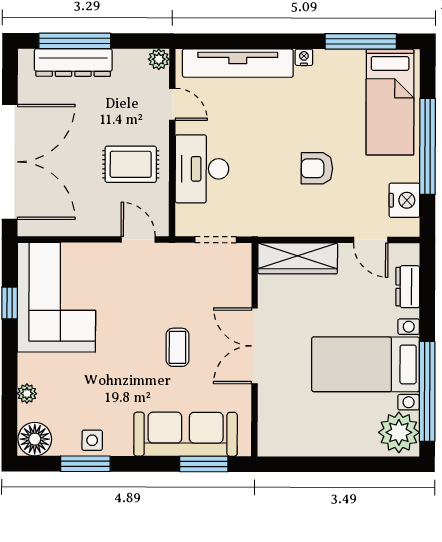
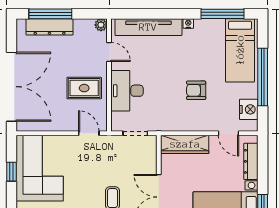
dresser: (408, 287) -> (251, 161), width x1.44

